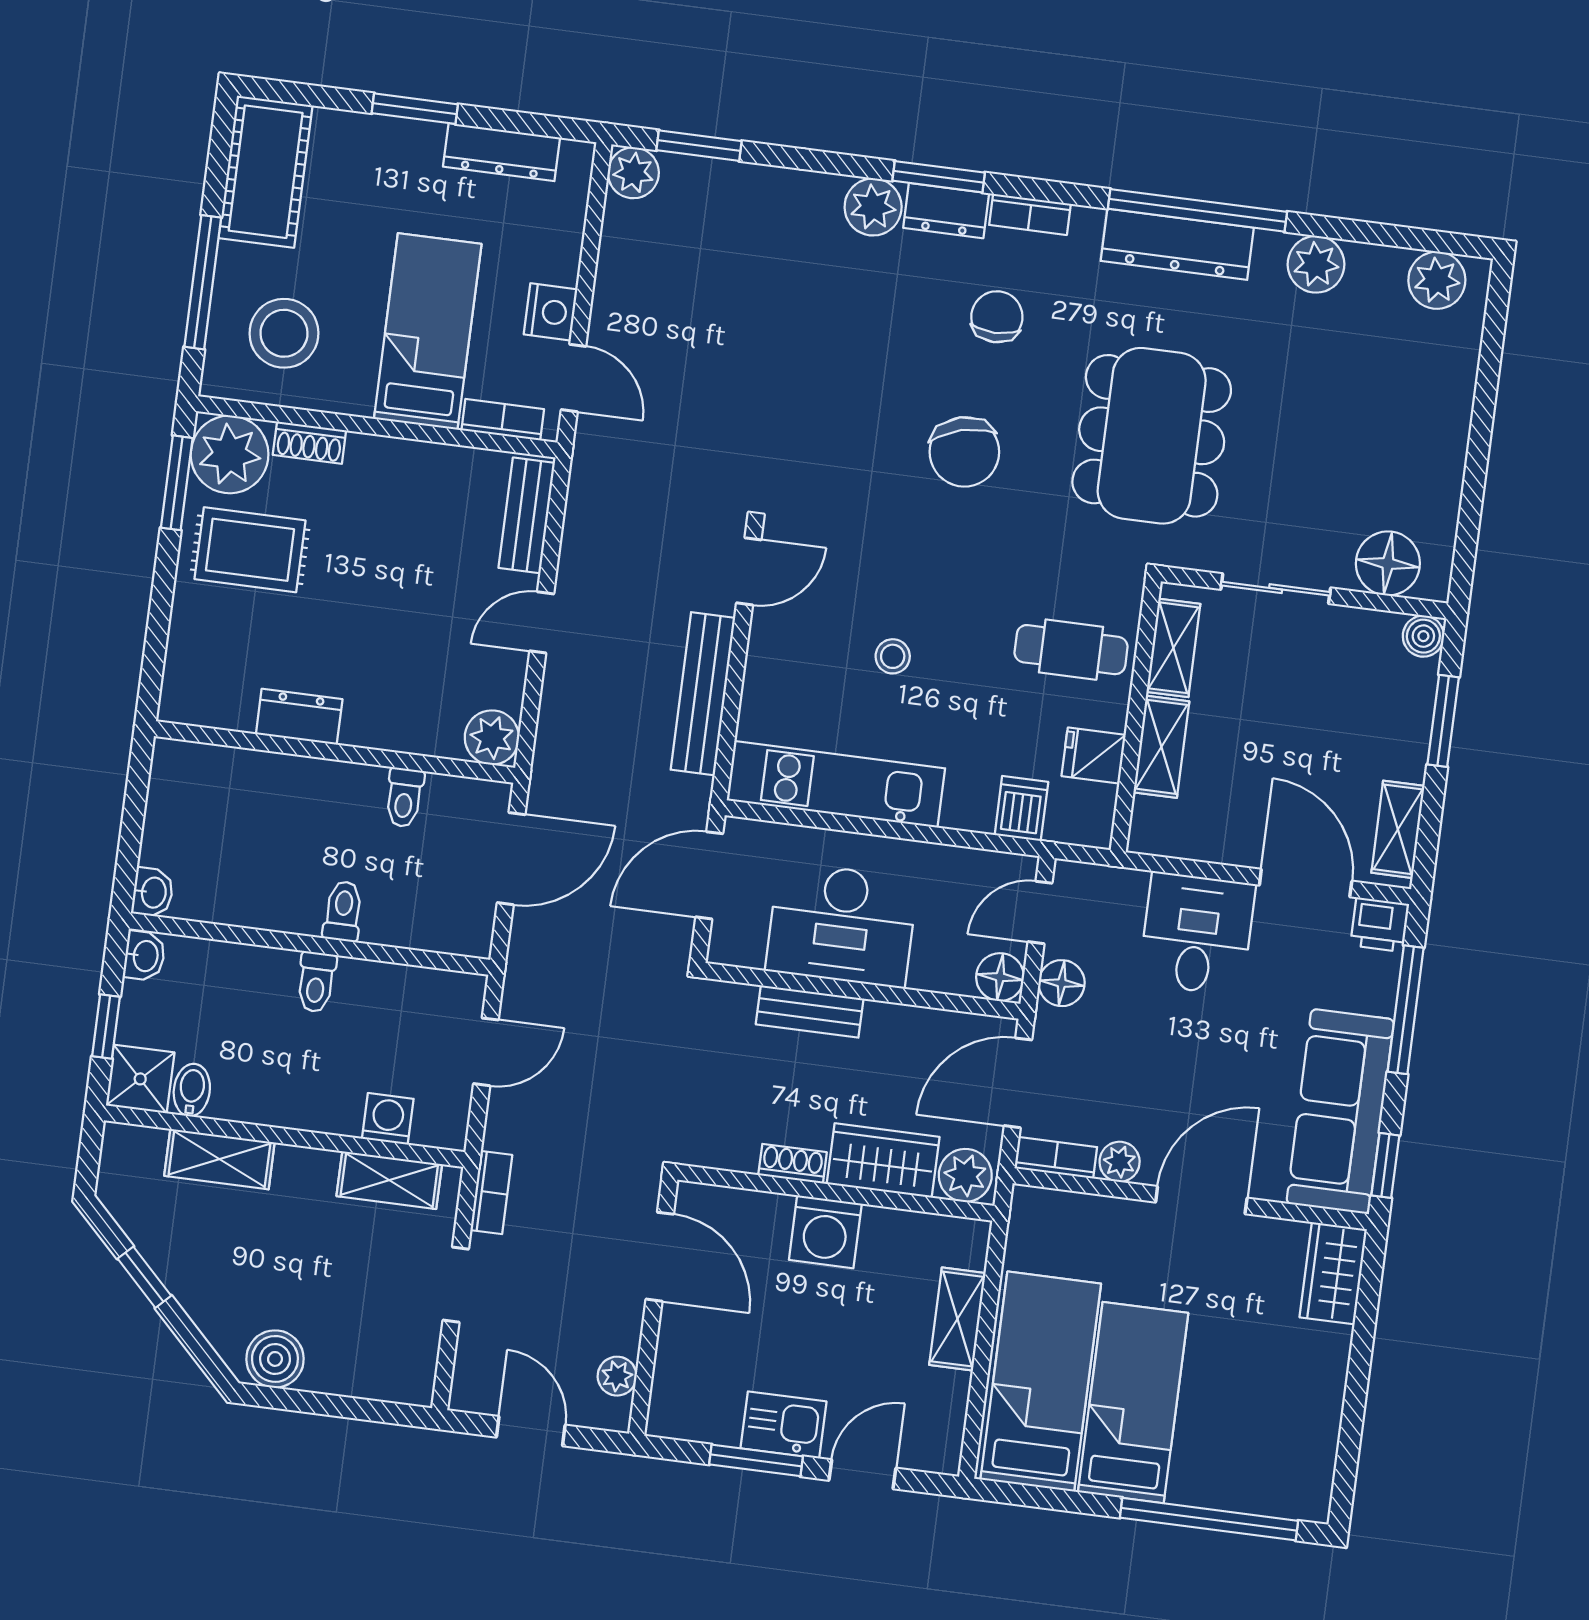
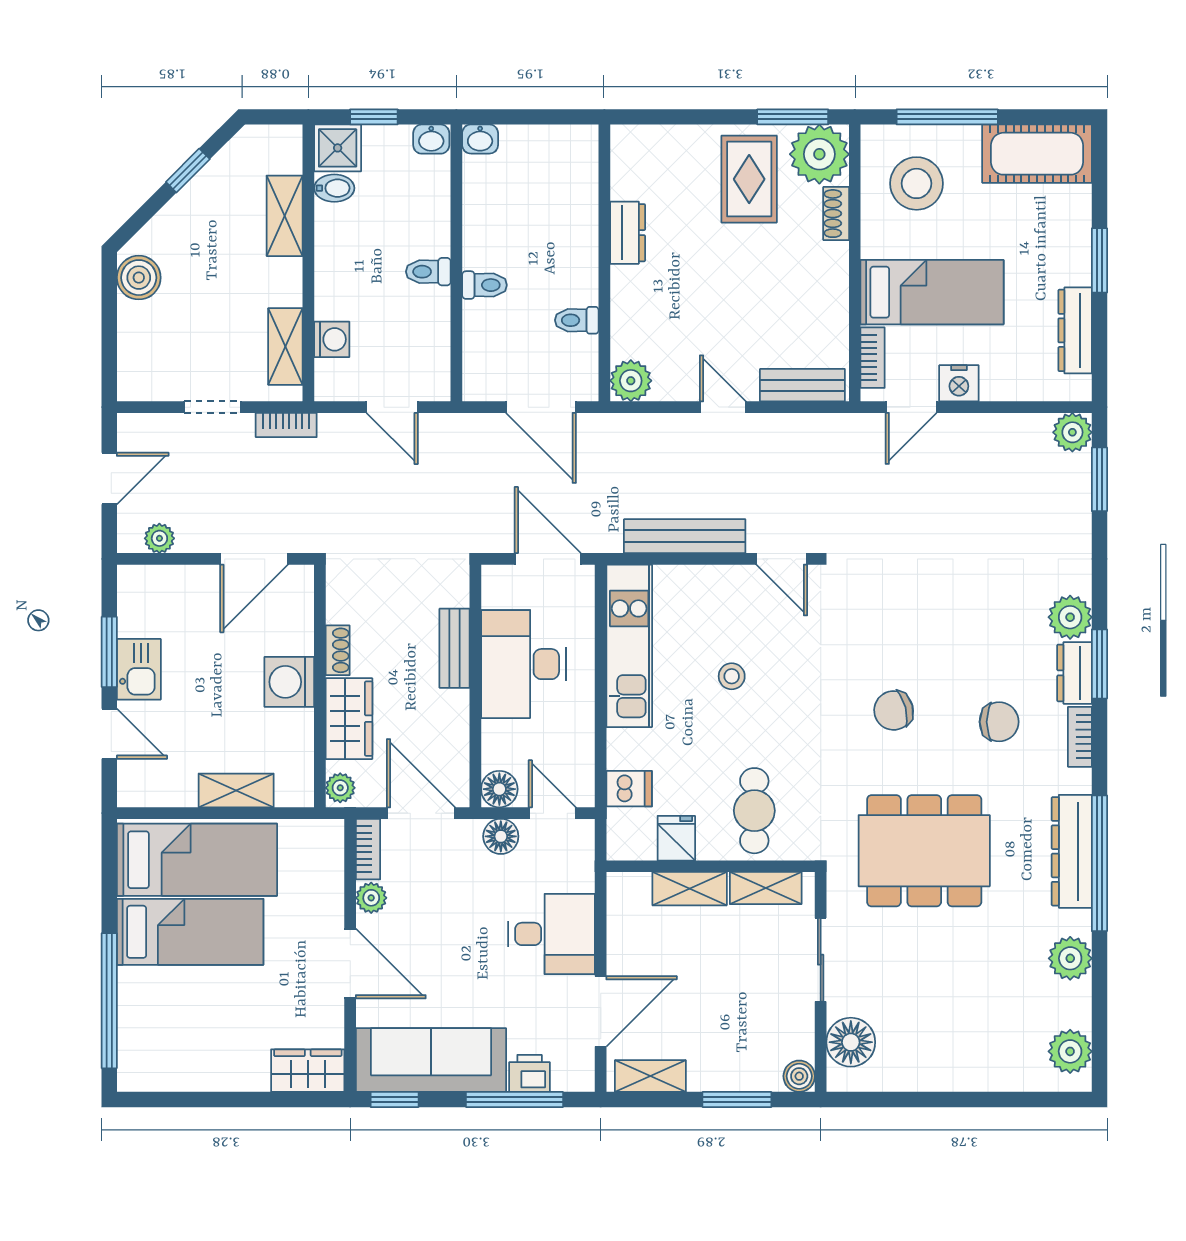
chair: (964, 452) -> (894, 710), width x0.73, depth x0.73
printer: (1380, 925) -> (530, 1073), moved, turned 90
plant: (965, 1175) -> (340, 788), width x0.73, depth x0.73

